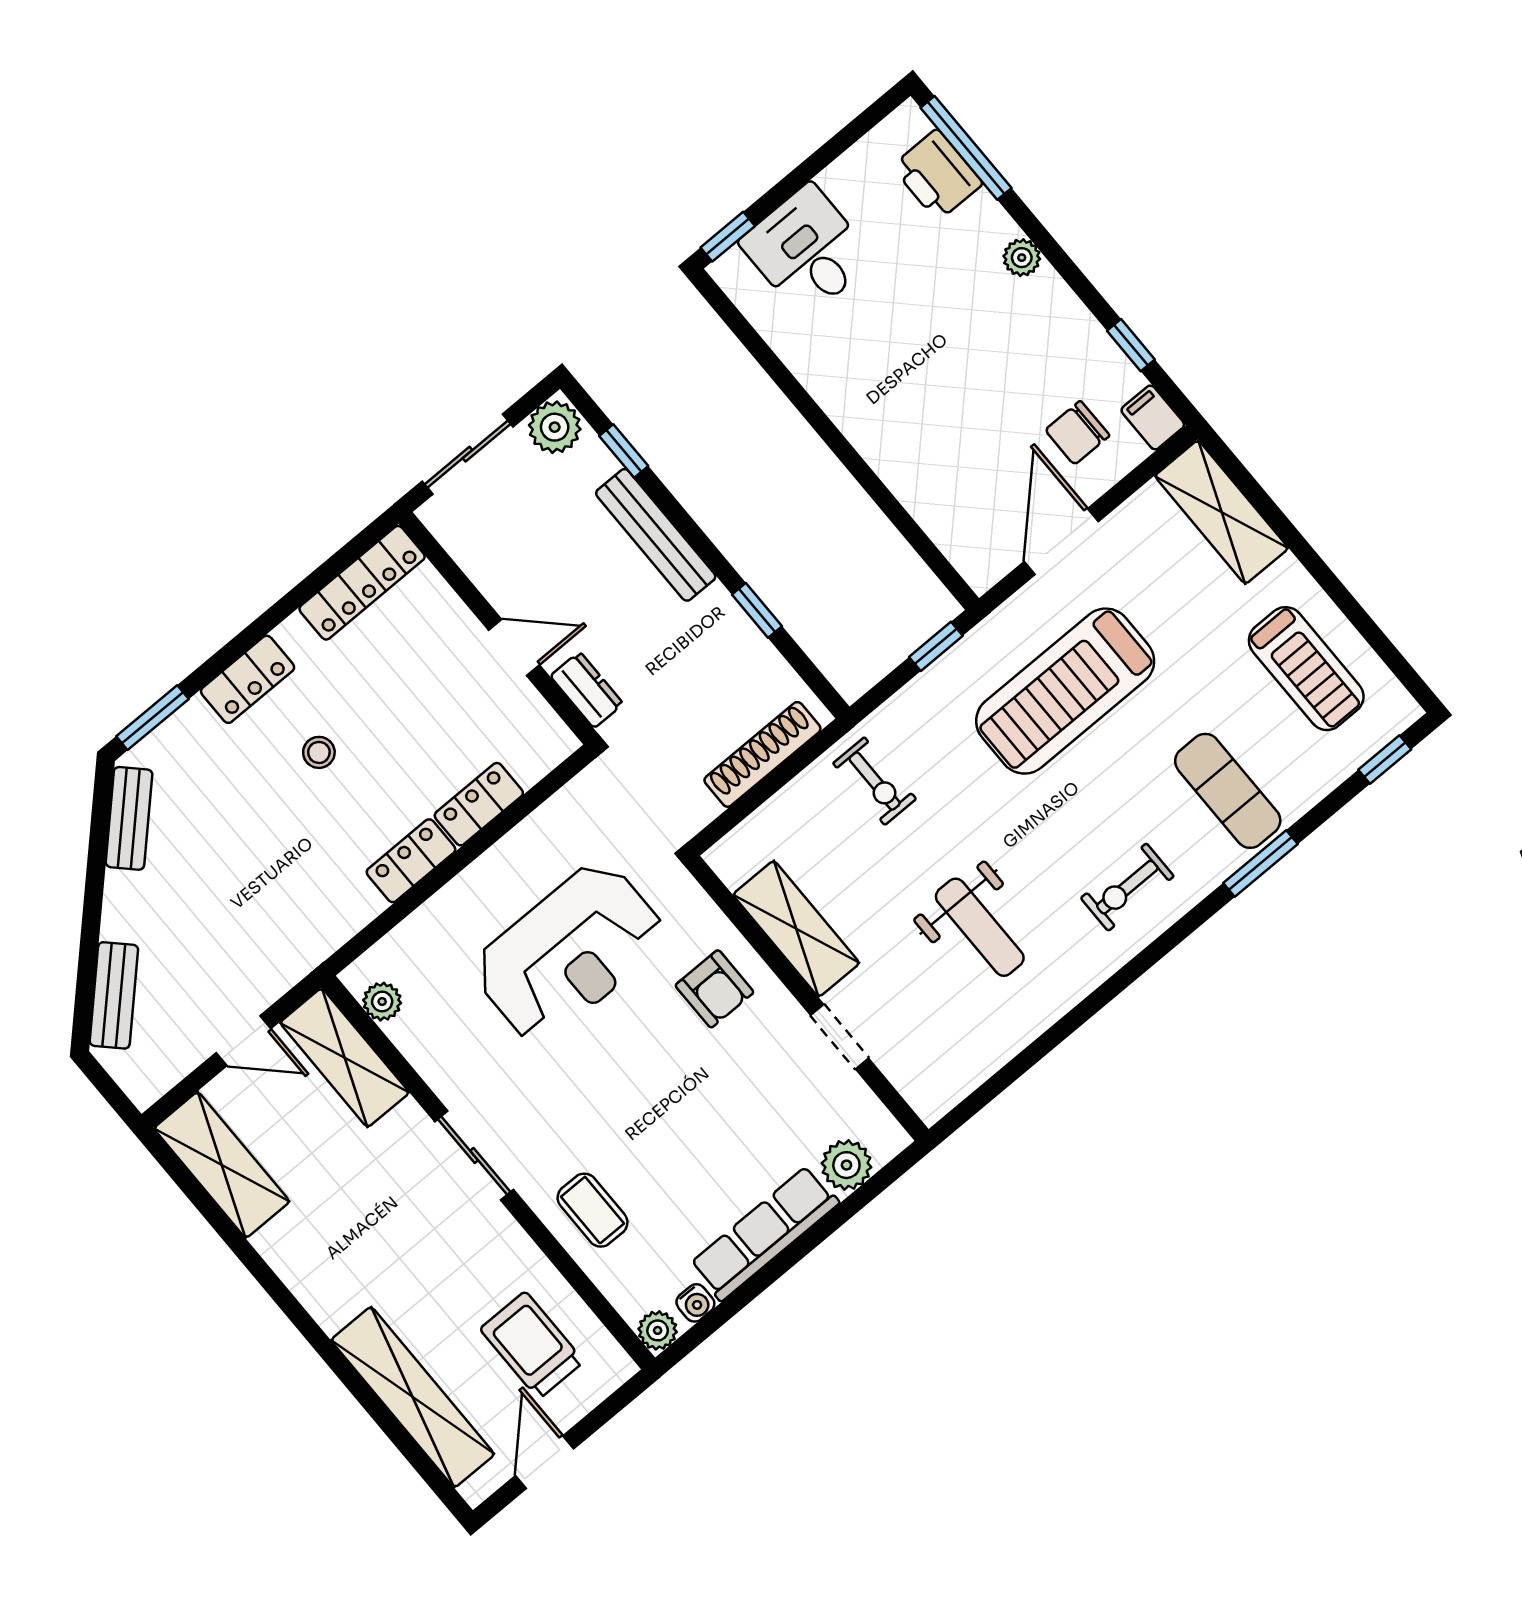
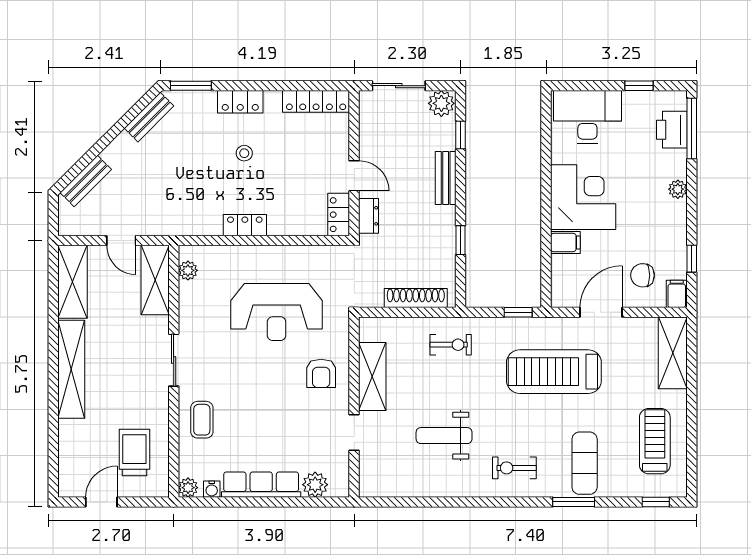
window: (728, 237) -> (639, 86), moved
desk: (807, 251) -> (587, 117), width x1.37
corner desk: (888, 390) -> (583, 197), added
filing cabinet: (919, 481) -> (565, 242), added
bench: (656, 535) -> (446, 178), width x0.73
treadmill: (1306, 669) -> (655, 441), turned 180
exercise bike: (875, 781) -> (451, 345), turned -90
locker: (479, 804) -> (339, 215), moved, turned -90
weight bench: (980, 927) -> (444, 436), turned 90
shelving: (413, 1397) -> (71, 369), moved

